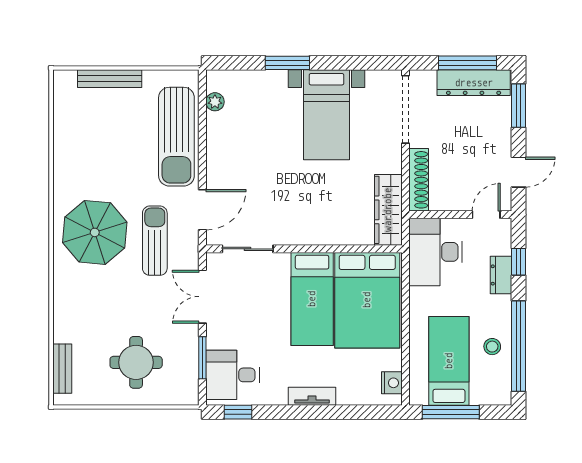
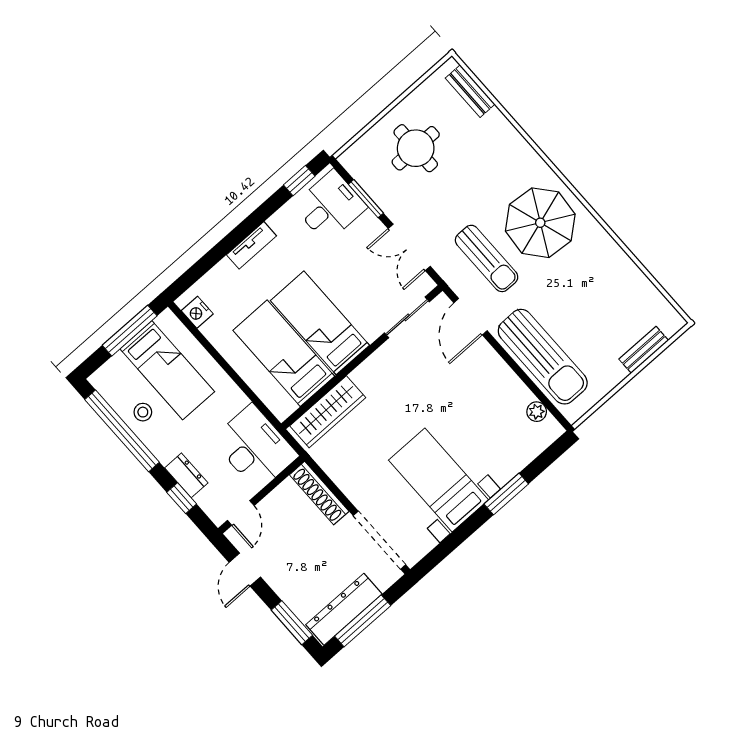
bench: (110, 79) -> (644, 350), width x0.73
sun lounger: (176, 137) -> (543, 357), turned 180
wardrobe: (388, 210) -> (328, 412), moved, turned 90
double door: (202, 297) -> (409, 247), swing flipped
bed: (367, 300) -> (284, 353), width x0.67

